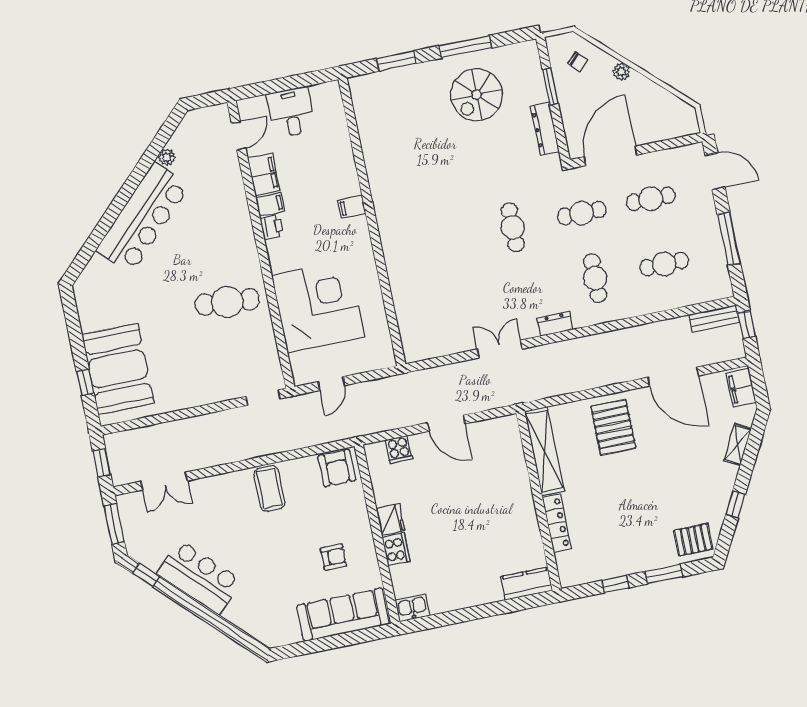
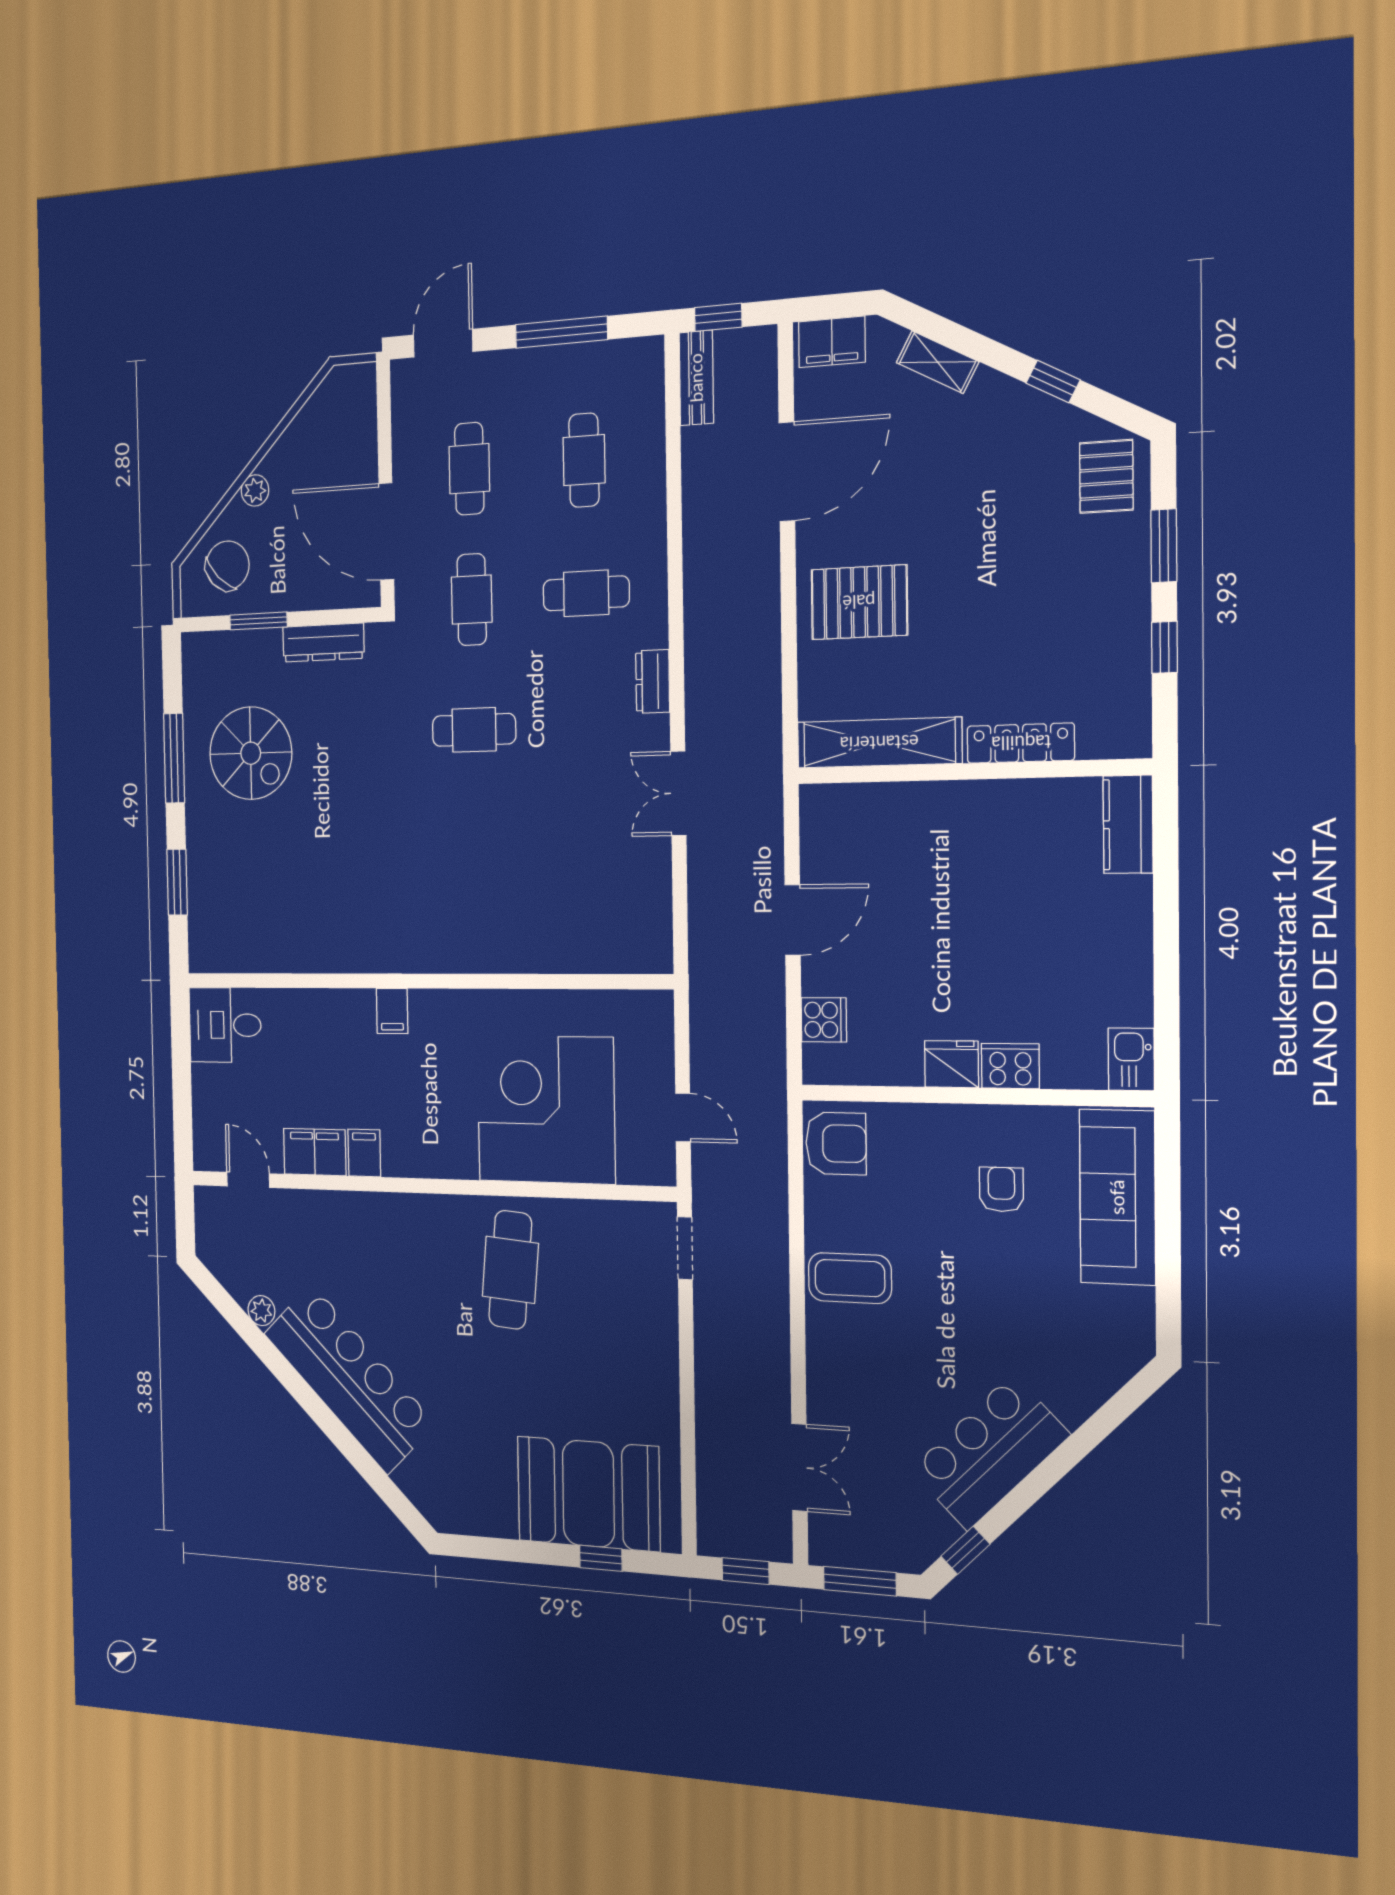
chair: (578, 62) -> (227, 565), width x1.87, depth x1.87
desk: (291, 112) -> (225, 1025), moved
printer: (272, 227) -> (401, 1160), removed

